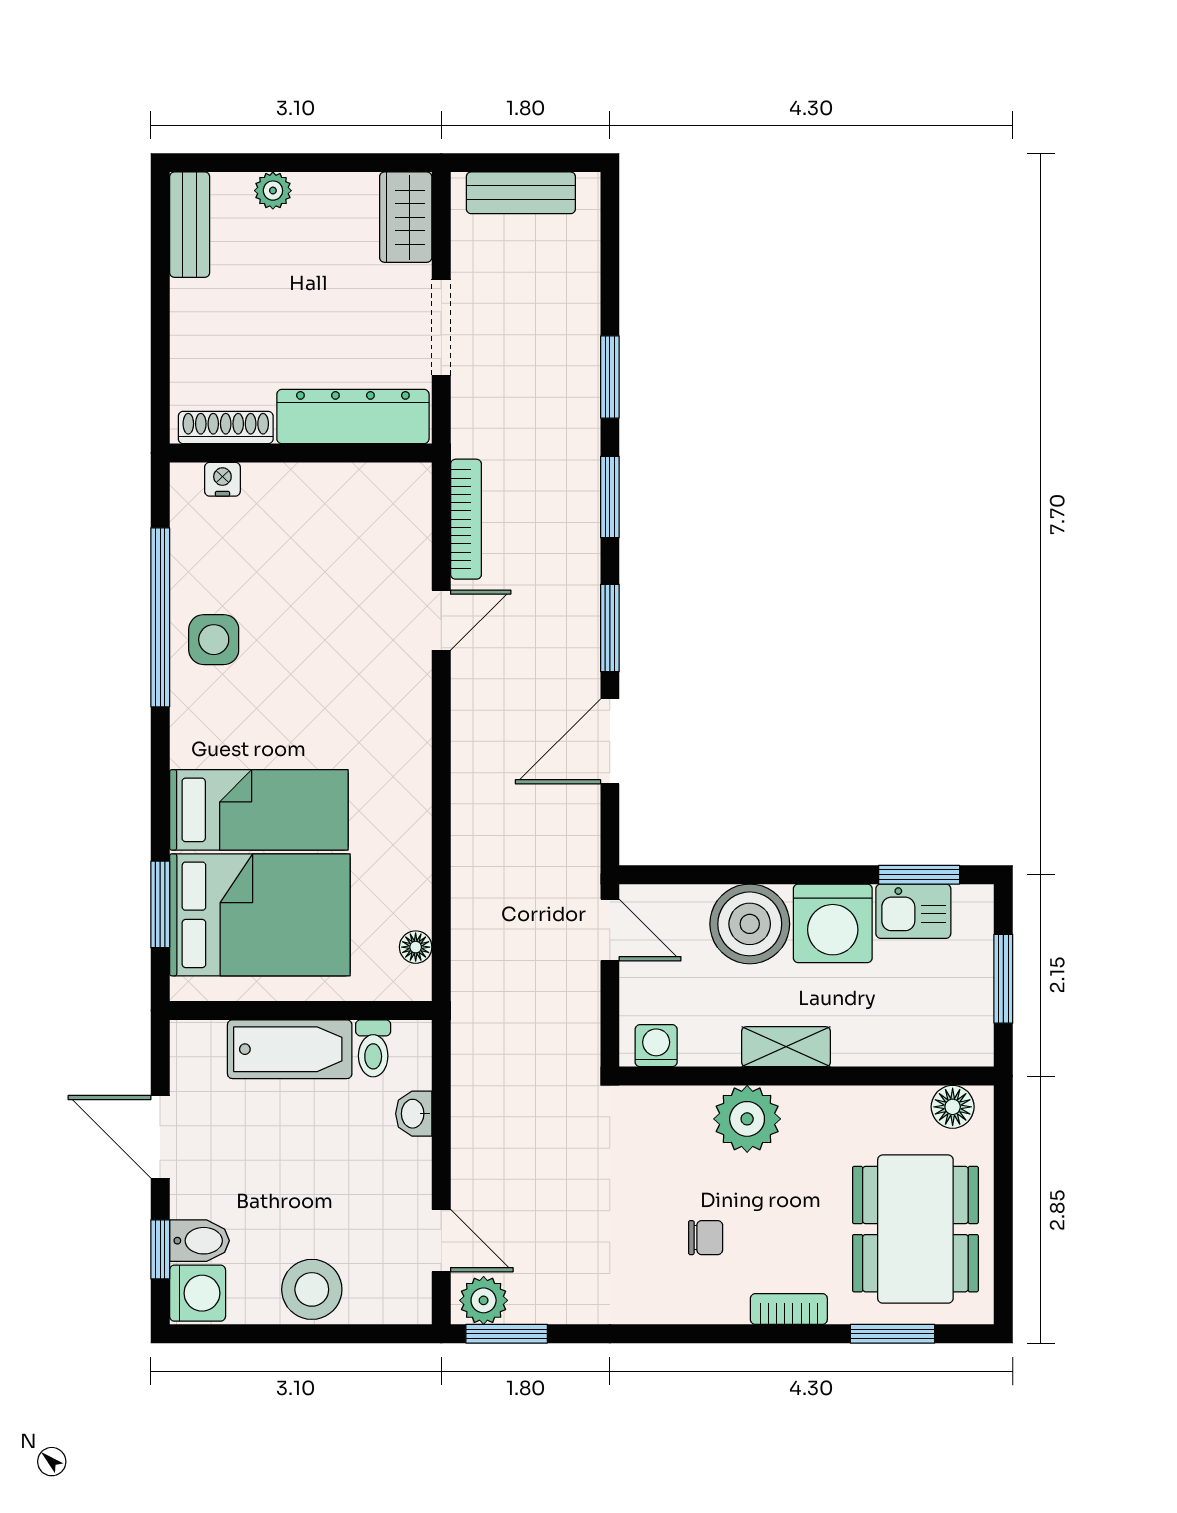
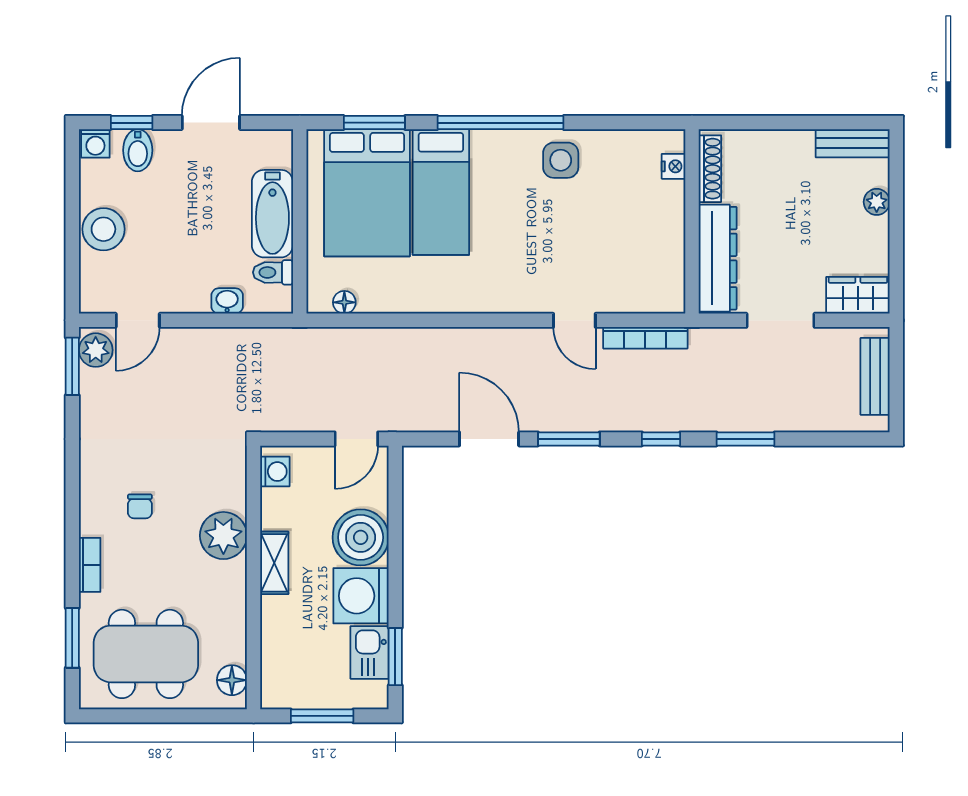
window: (610, 497) -> (661, 439), width x0.67
window: (160, 617) -> (500, 123), moved
washing machine: (198, 1293) -> (95, 143), width x0.73, depth x0.73

